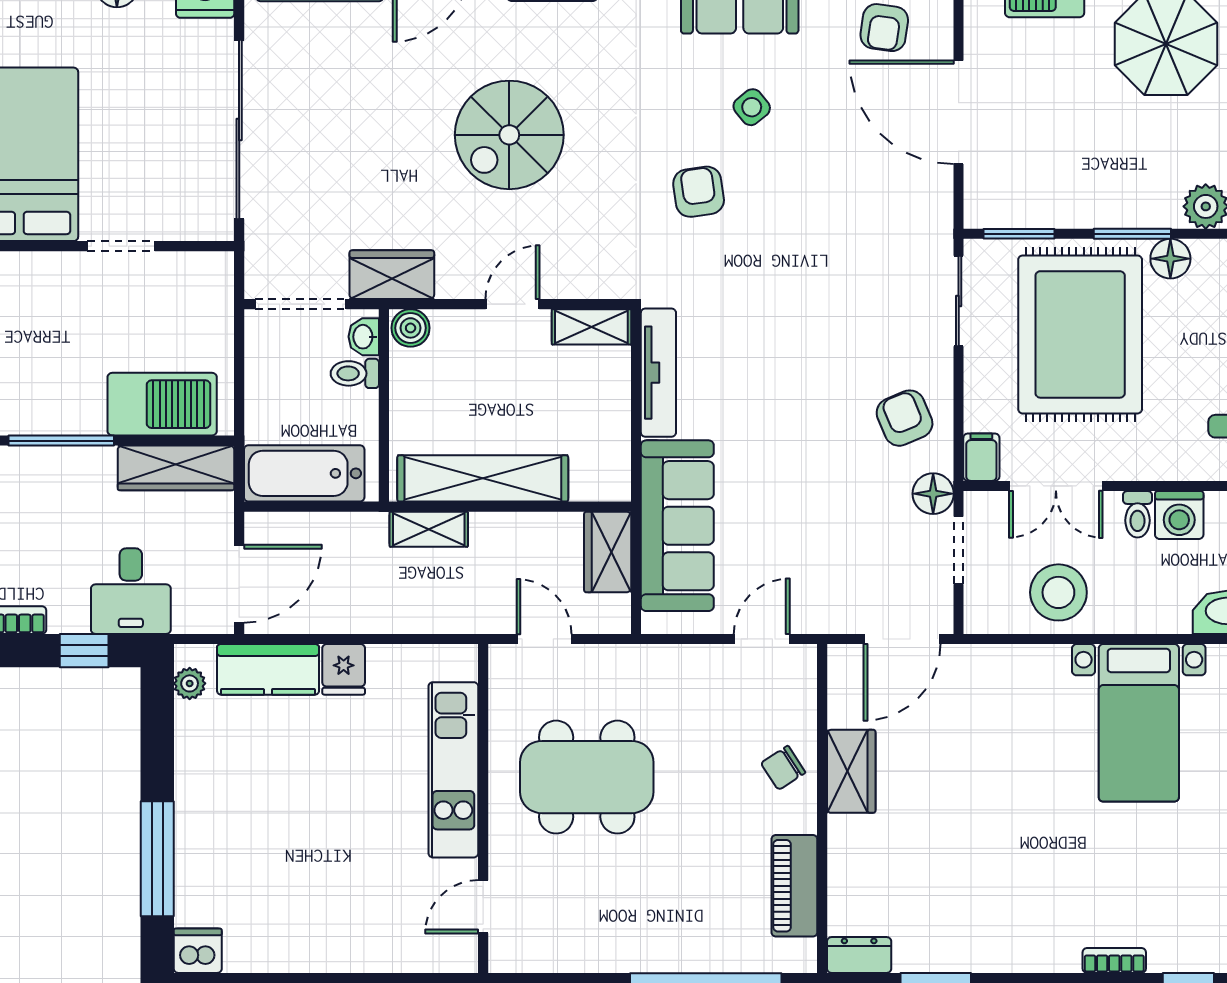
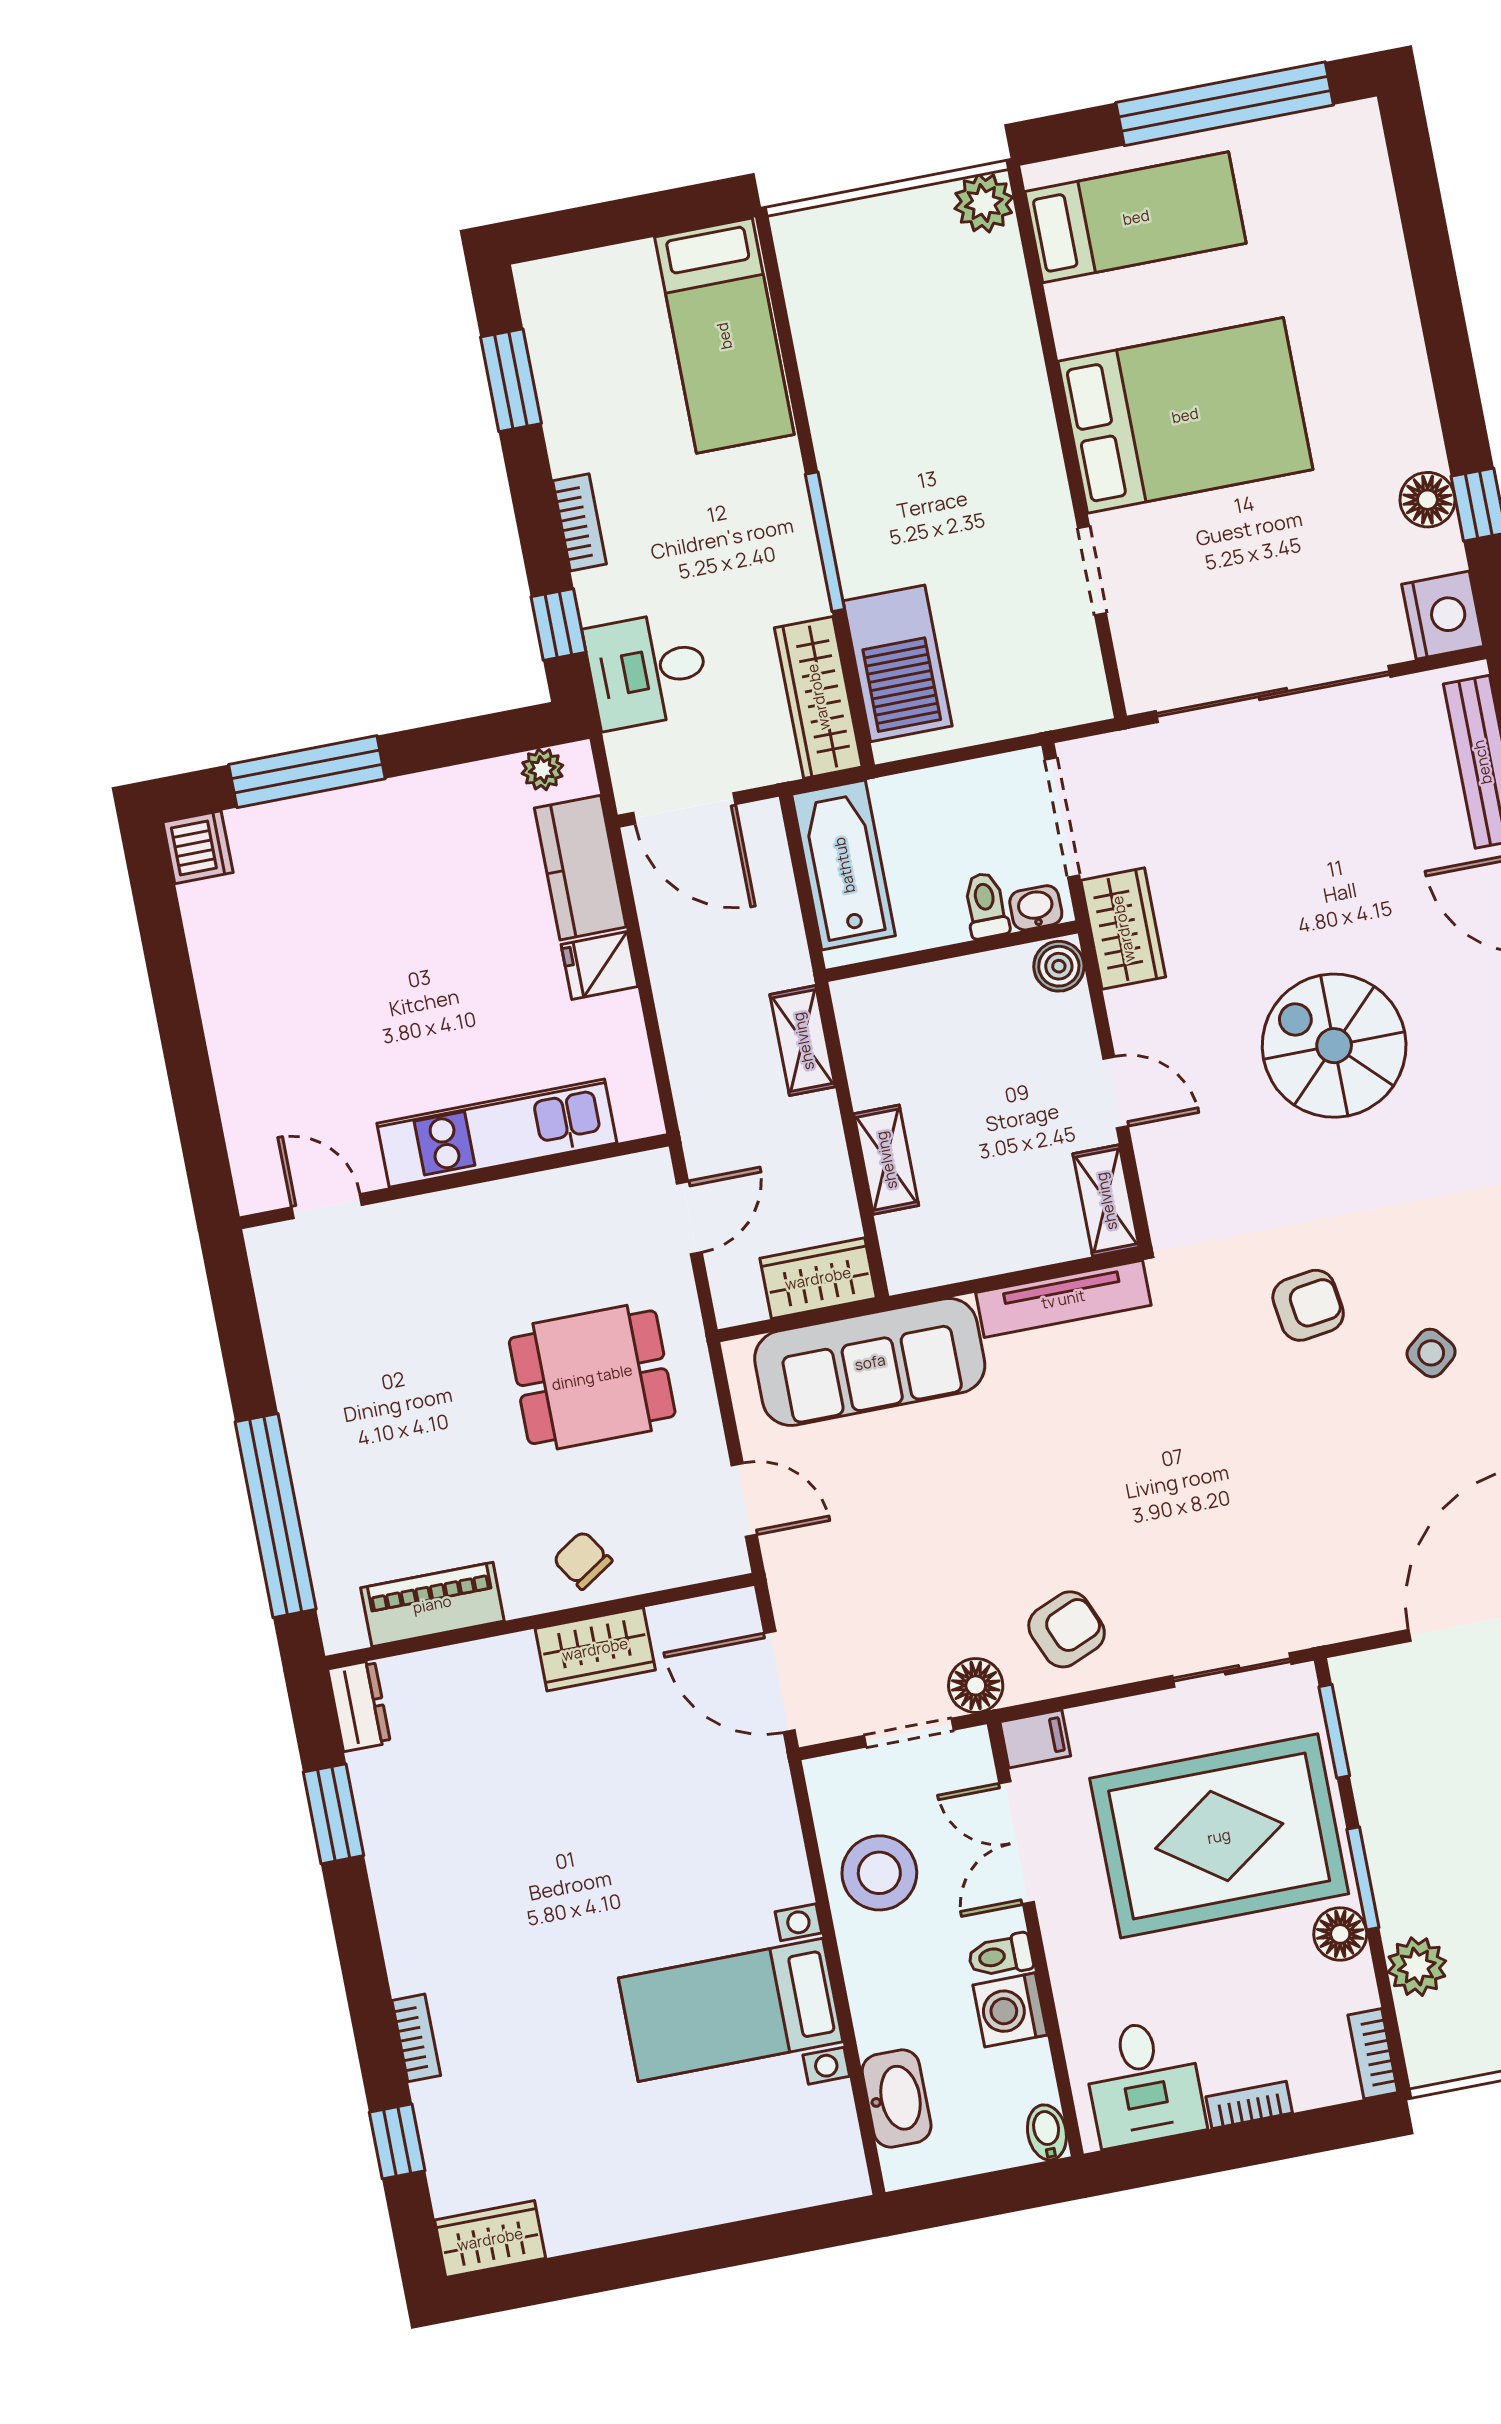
shelving: (483, 478) -> (886, 1160), width x0.45, depth x0.75
dining table: (587, 777) -> (592, 1377), moved, width x0.73

